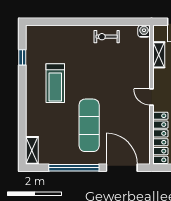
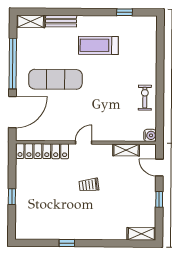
bench: (31, 120) -> (61, 21), added

